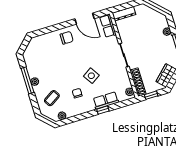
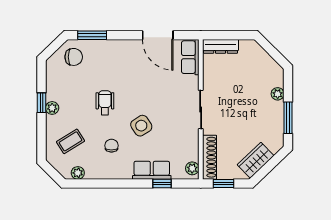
window: (45, 31) -> (92, 35), added
chair: (67, 38) -> (74, 57), moved
wheelchair: (65, 69) -> (105, 103), added
window: (27, 80) -> (41, 103), width x0.46
window: (103, 110) -> (162, 183), moved

